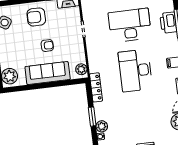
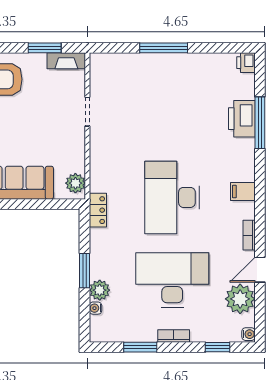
desk: (130, 25) -> (172, 280), moved
armchair: (47, 46) -> (20, 133), removed
locker: (96, 87) -> (98, 210), width x0.66

